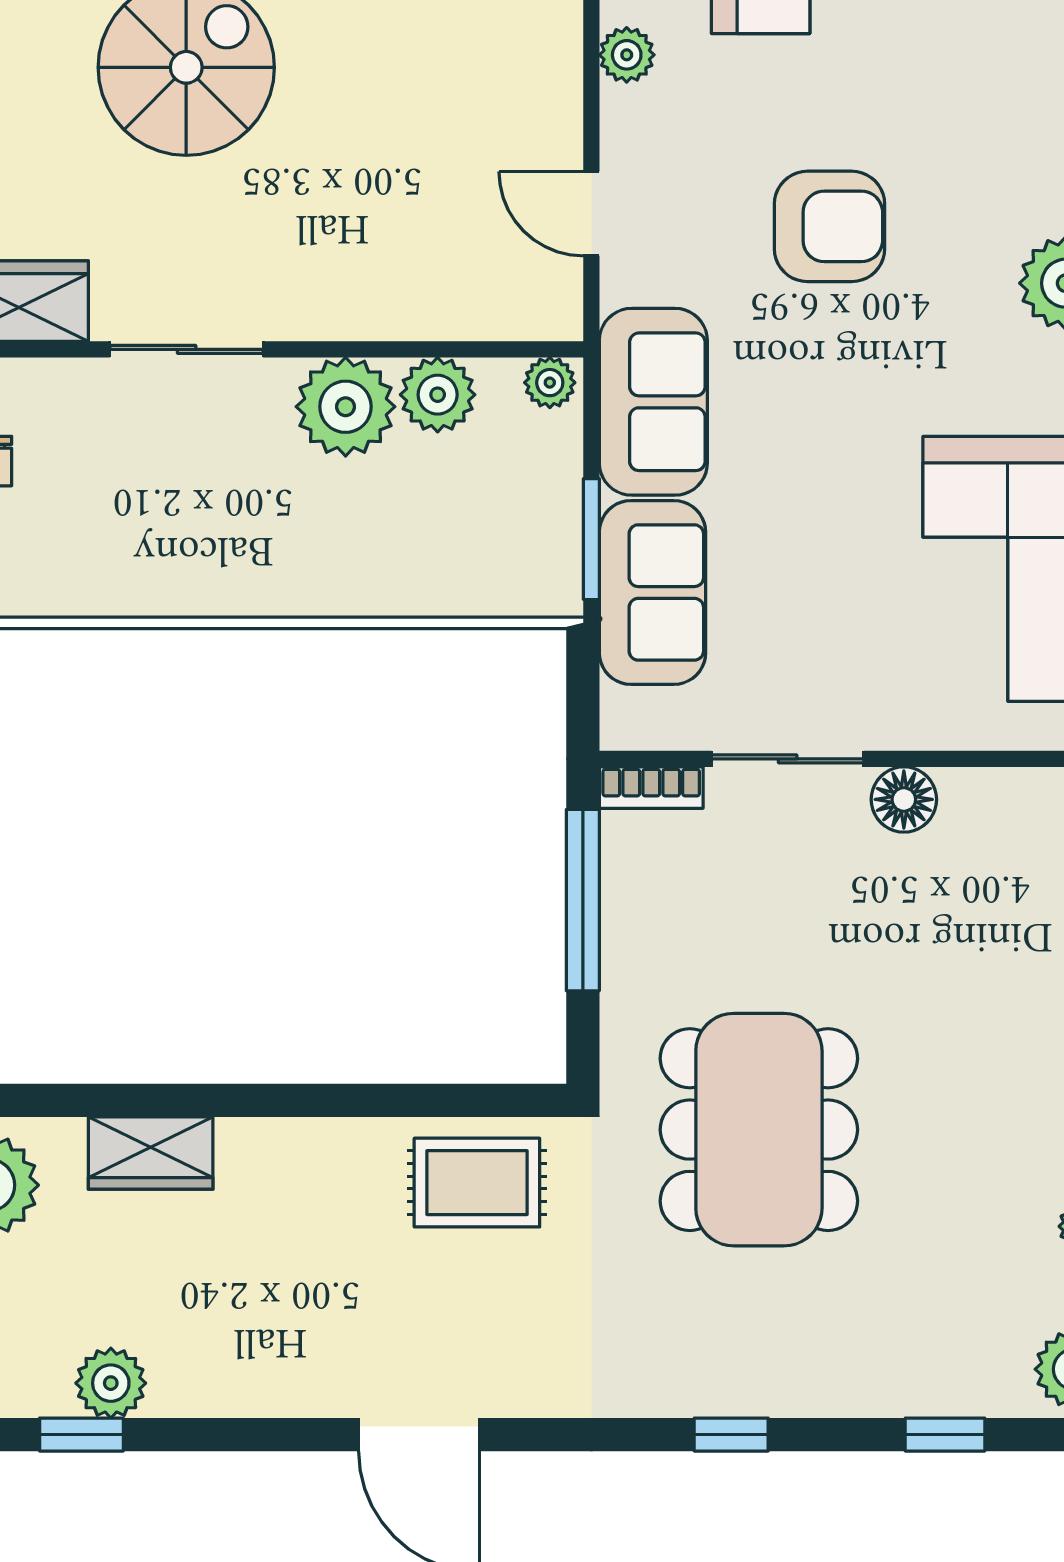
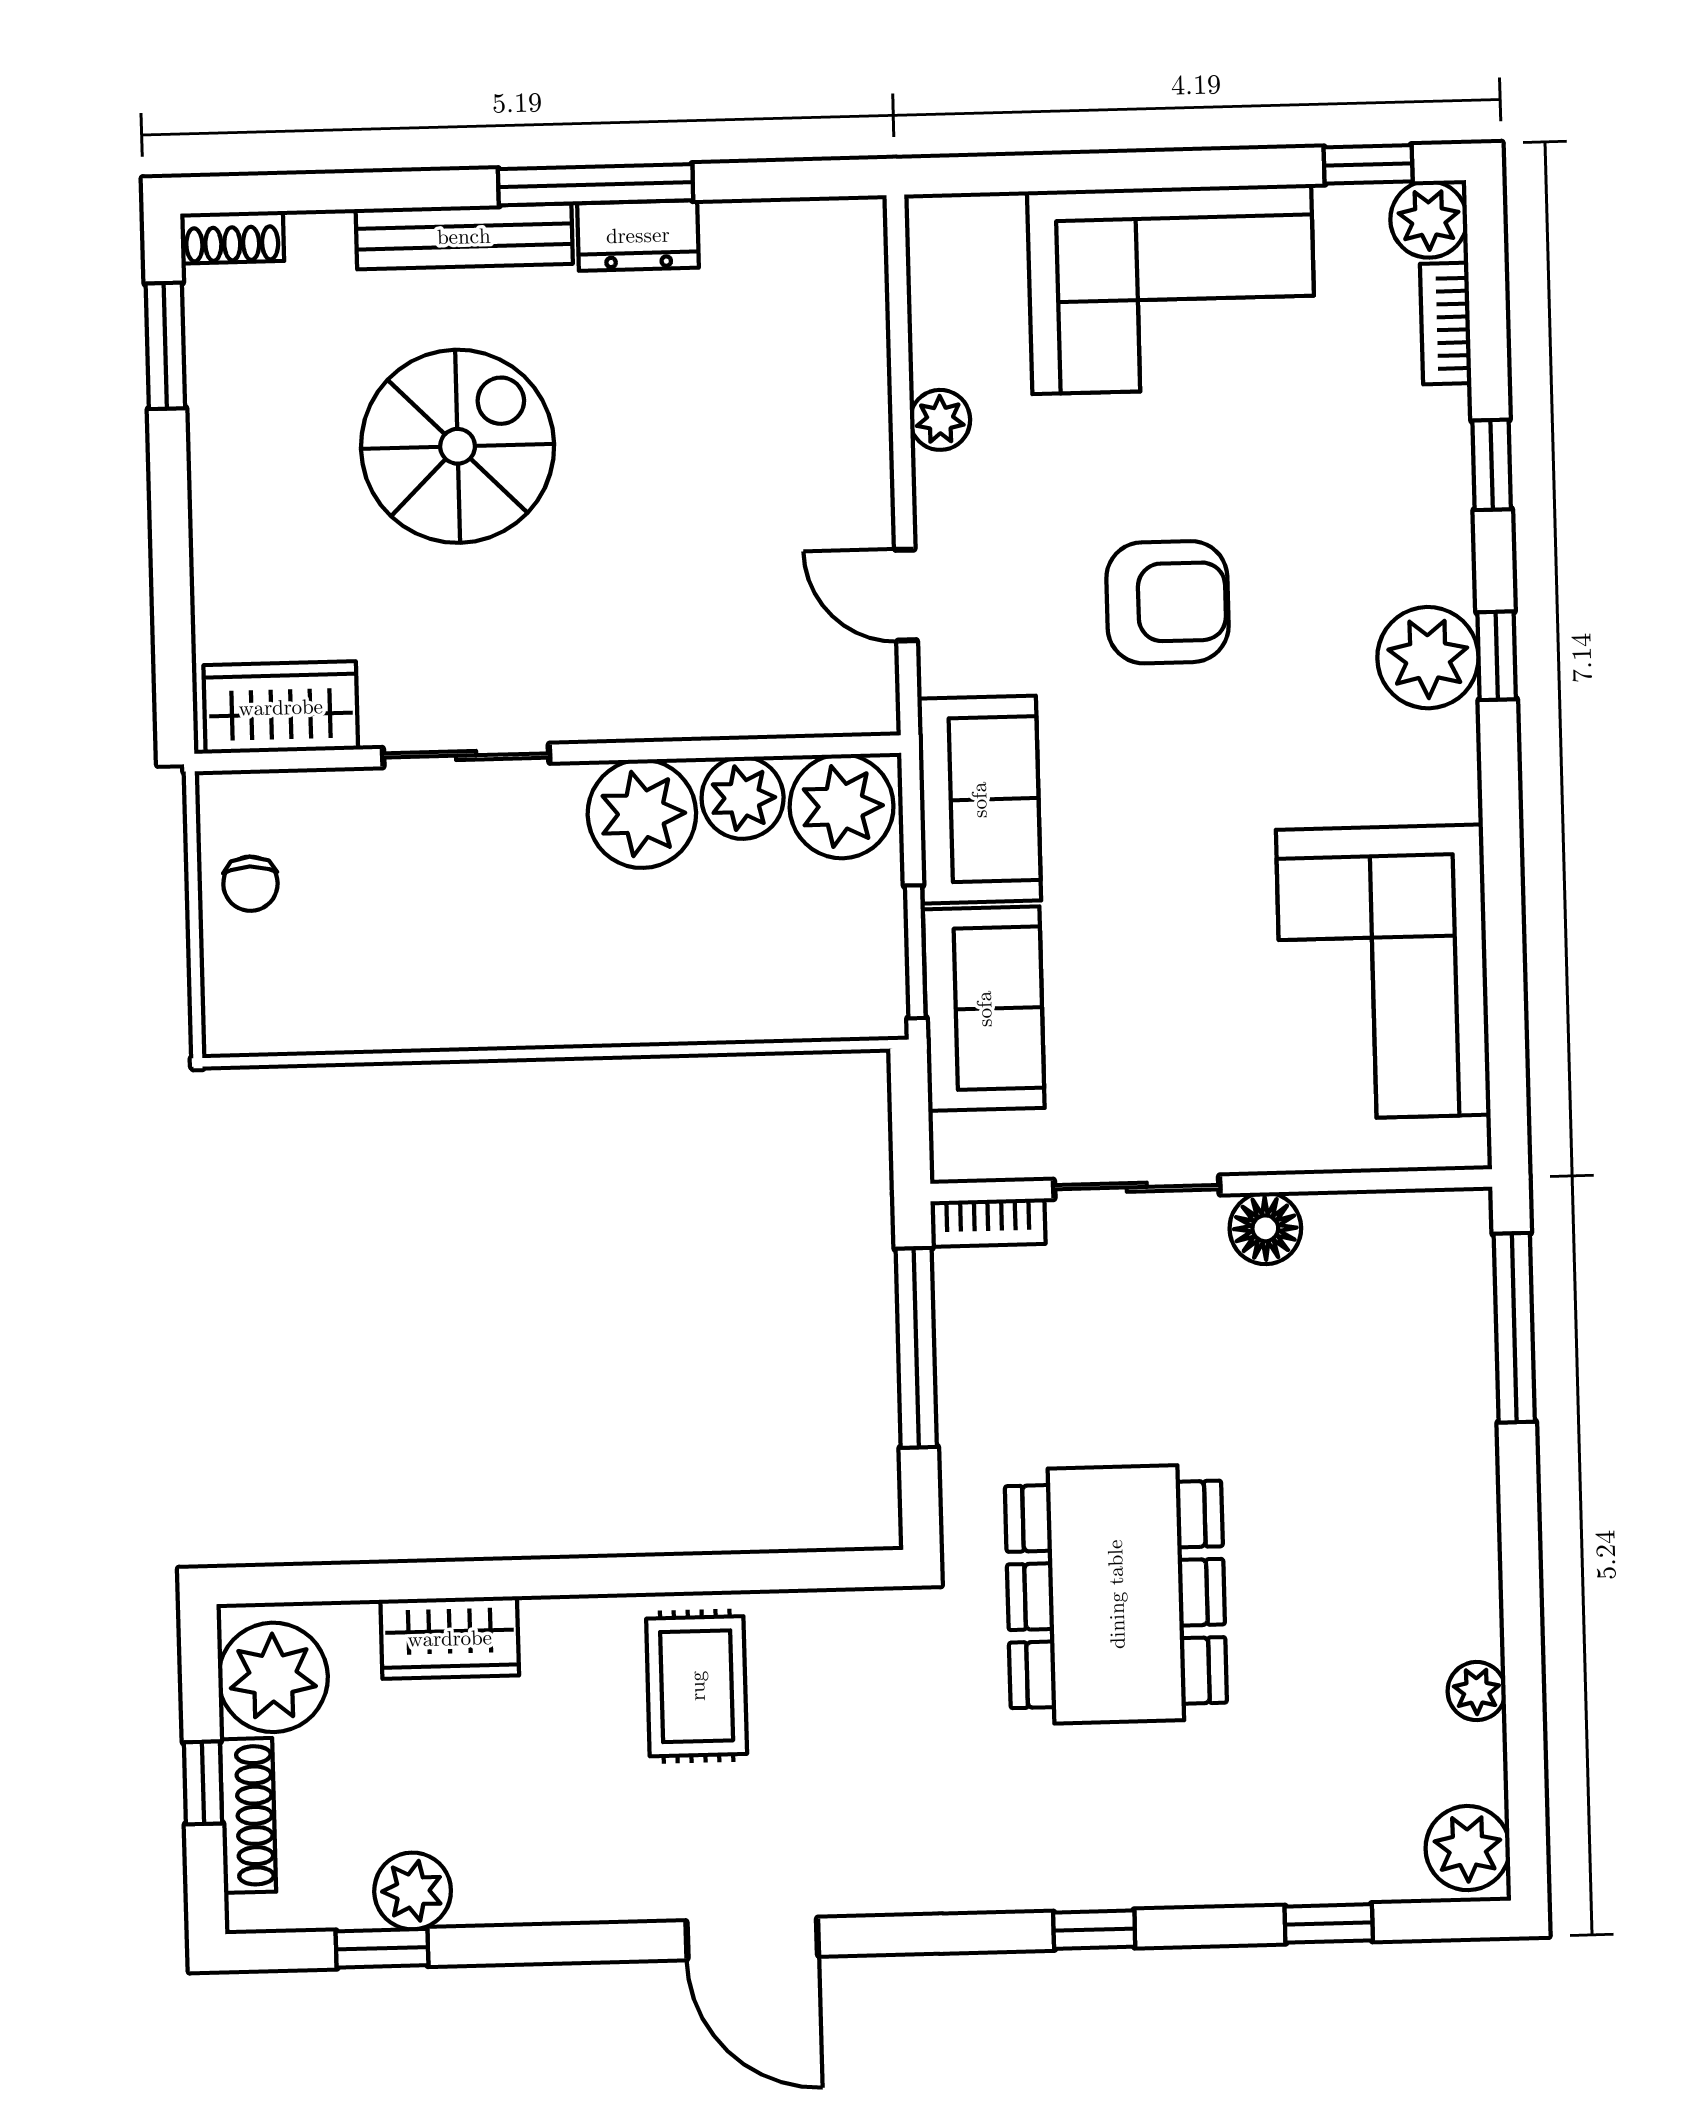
plant: (550, 383) -> (842, 806), width x1.88, depth x1.88
rug: (477, 1183) -> (697, 1686), moved, turned 90

